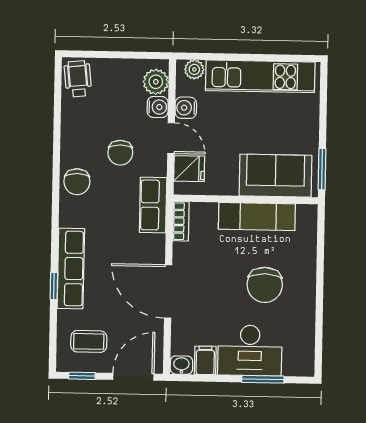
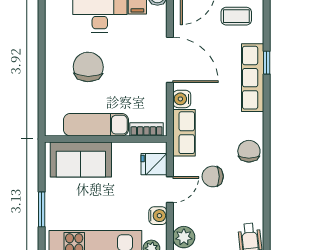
water cooler: (158, 107) -> (182, 99), moved
door: (171, 138) -> (170, 190), swing flipped
chair: (120, 153) -> (213, 176), turned -90
window: (322, 169) -> (42, 209), moved
bookcase: (181, 221) -> (147, 129), moved, turned 90

